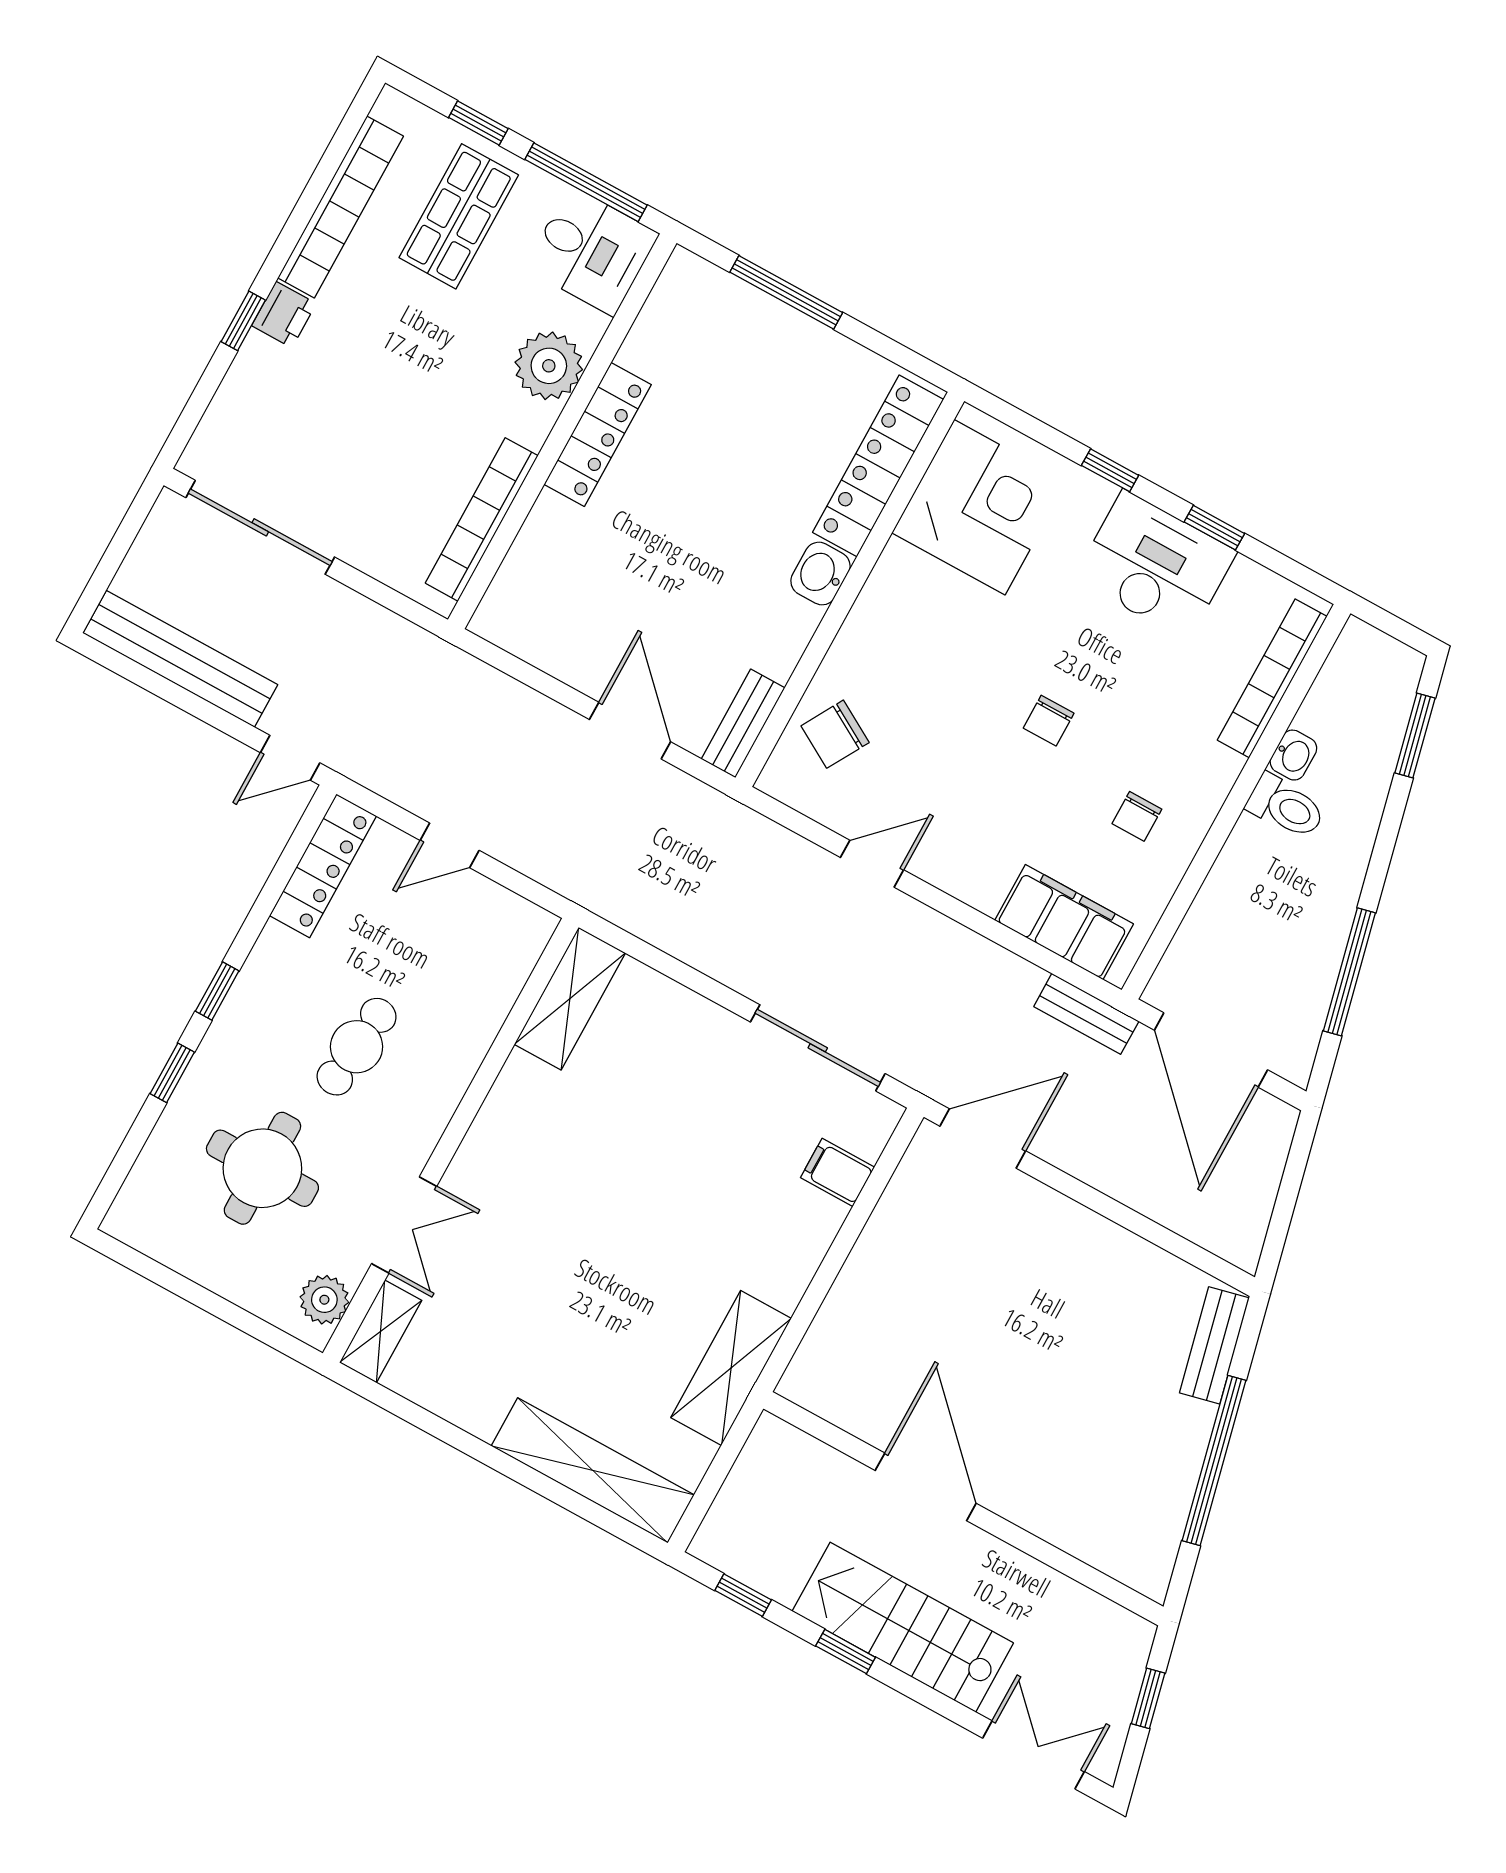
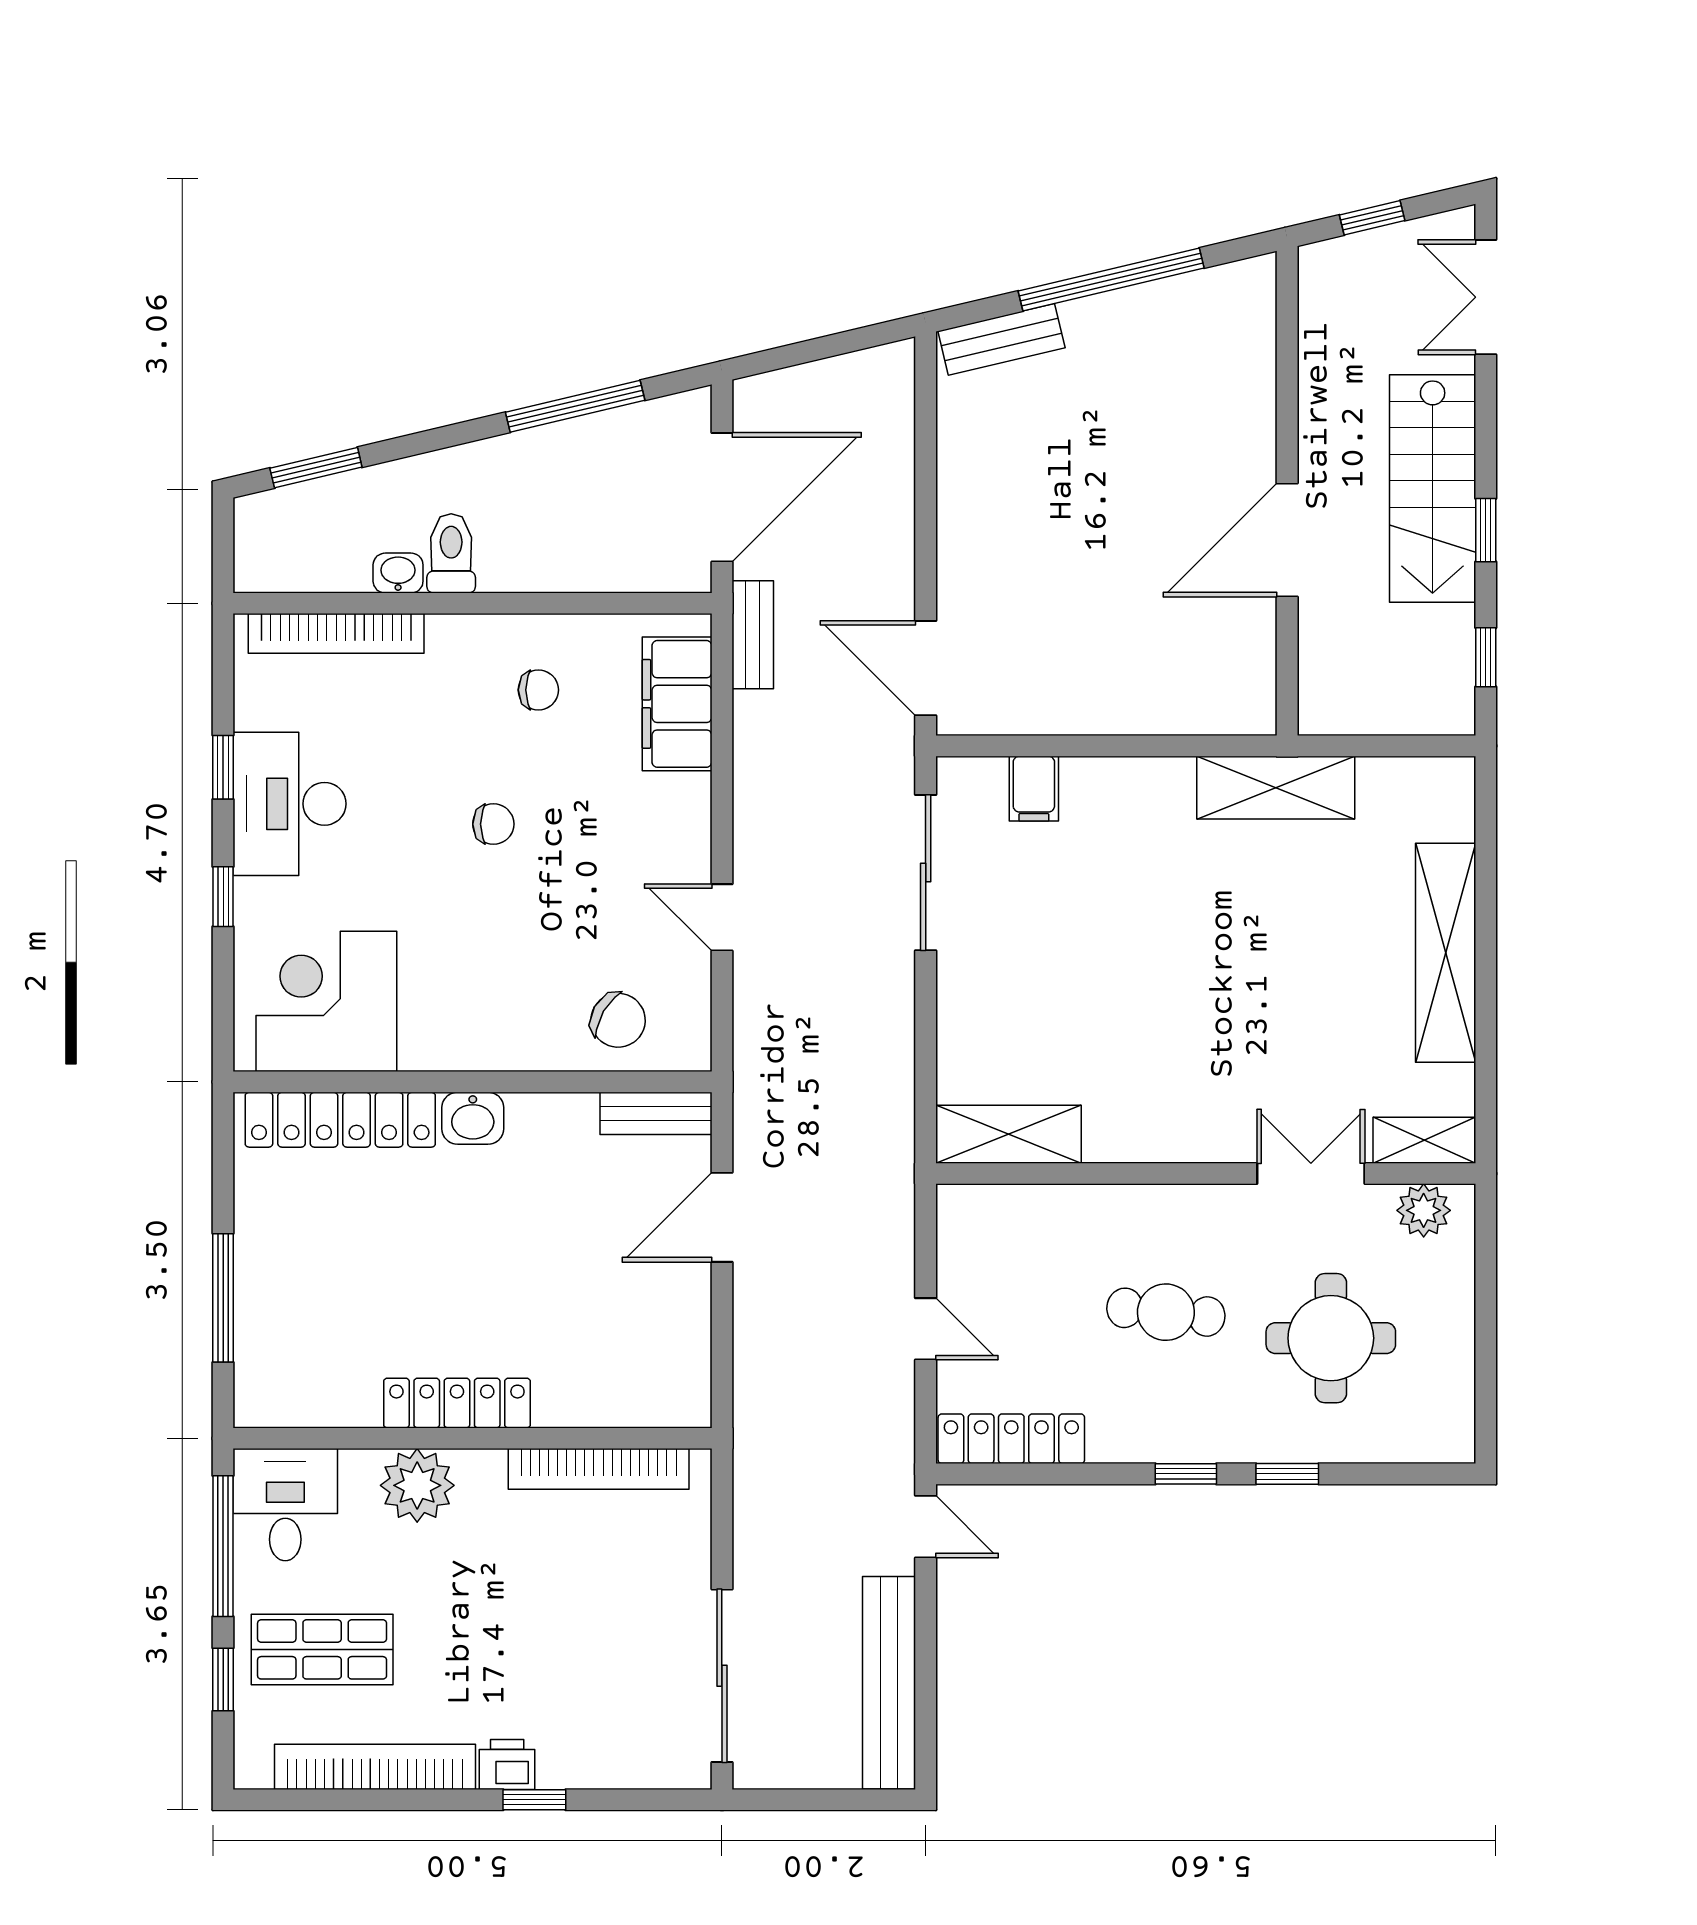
shelving: (593, 1470) -> (1446, 953), moved

